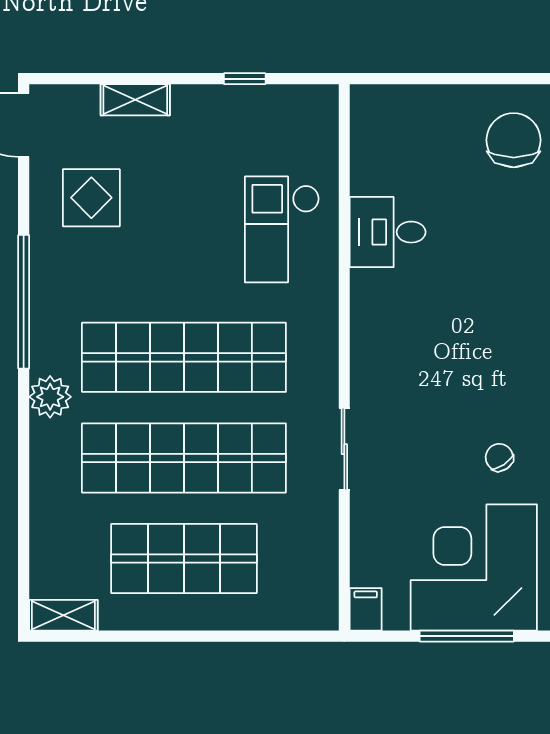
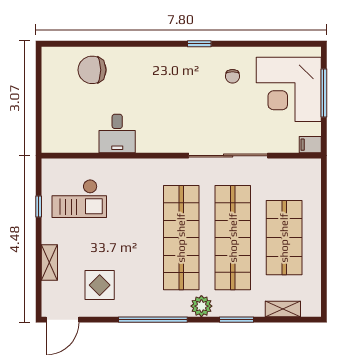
chair: (514, 140) -> (92, 70), moved
checkout: (282, 229) -> (79, 199), moved
sliding door: (344, 449) -> (228, 156), width x1.86
chair: (499, 457) -> (232, 76), turned -56
window: (24, 465) -> (237, 320), added
shelving: (63, 615) -> (283, 309), moved, turned 90

